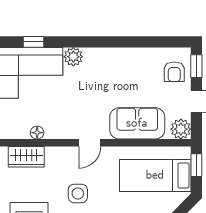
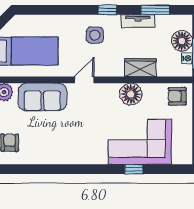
plant: (73, 57) -> (99, 156), removed
floor lamp: (37, 133) -> (131, 94), width x1.89, depth x1.89

